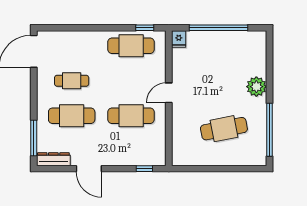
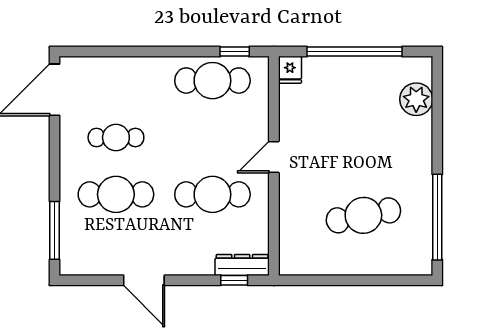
plant: (256, 87) -> (416, 99), moved
dresser: (53, 159) -> (242, 265), moved

